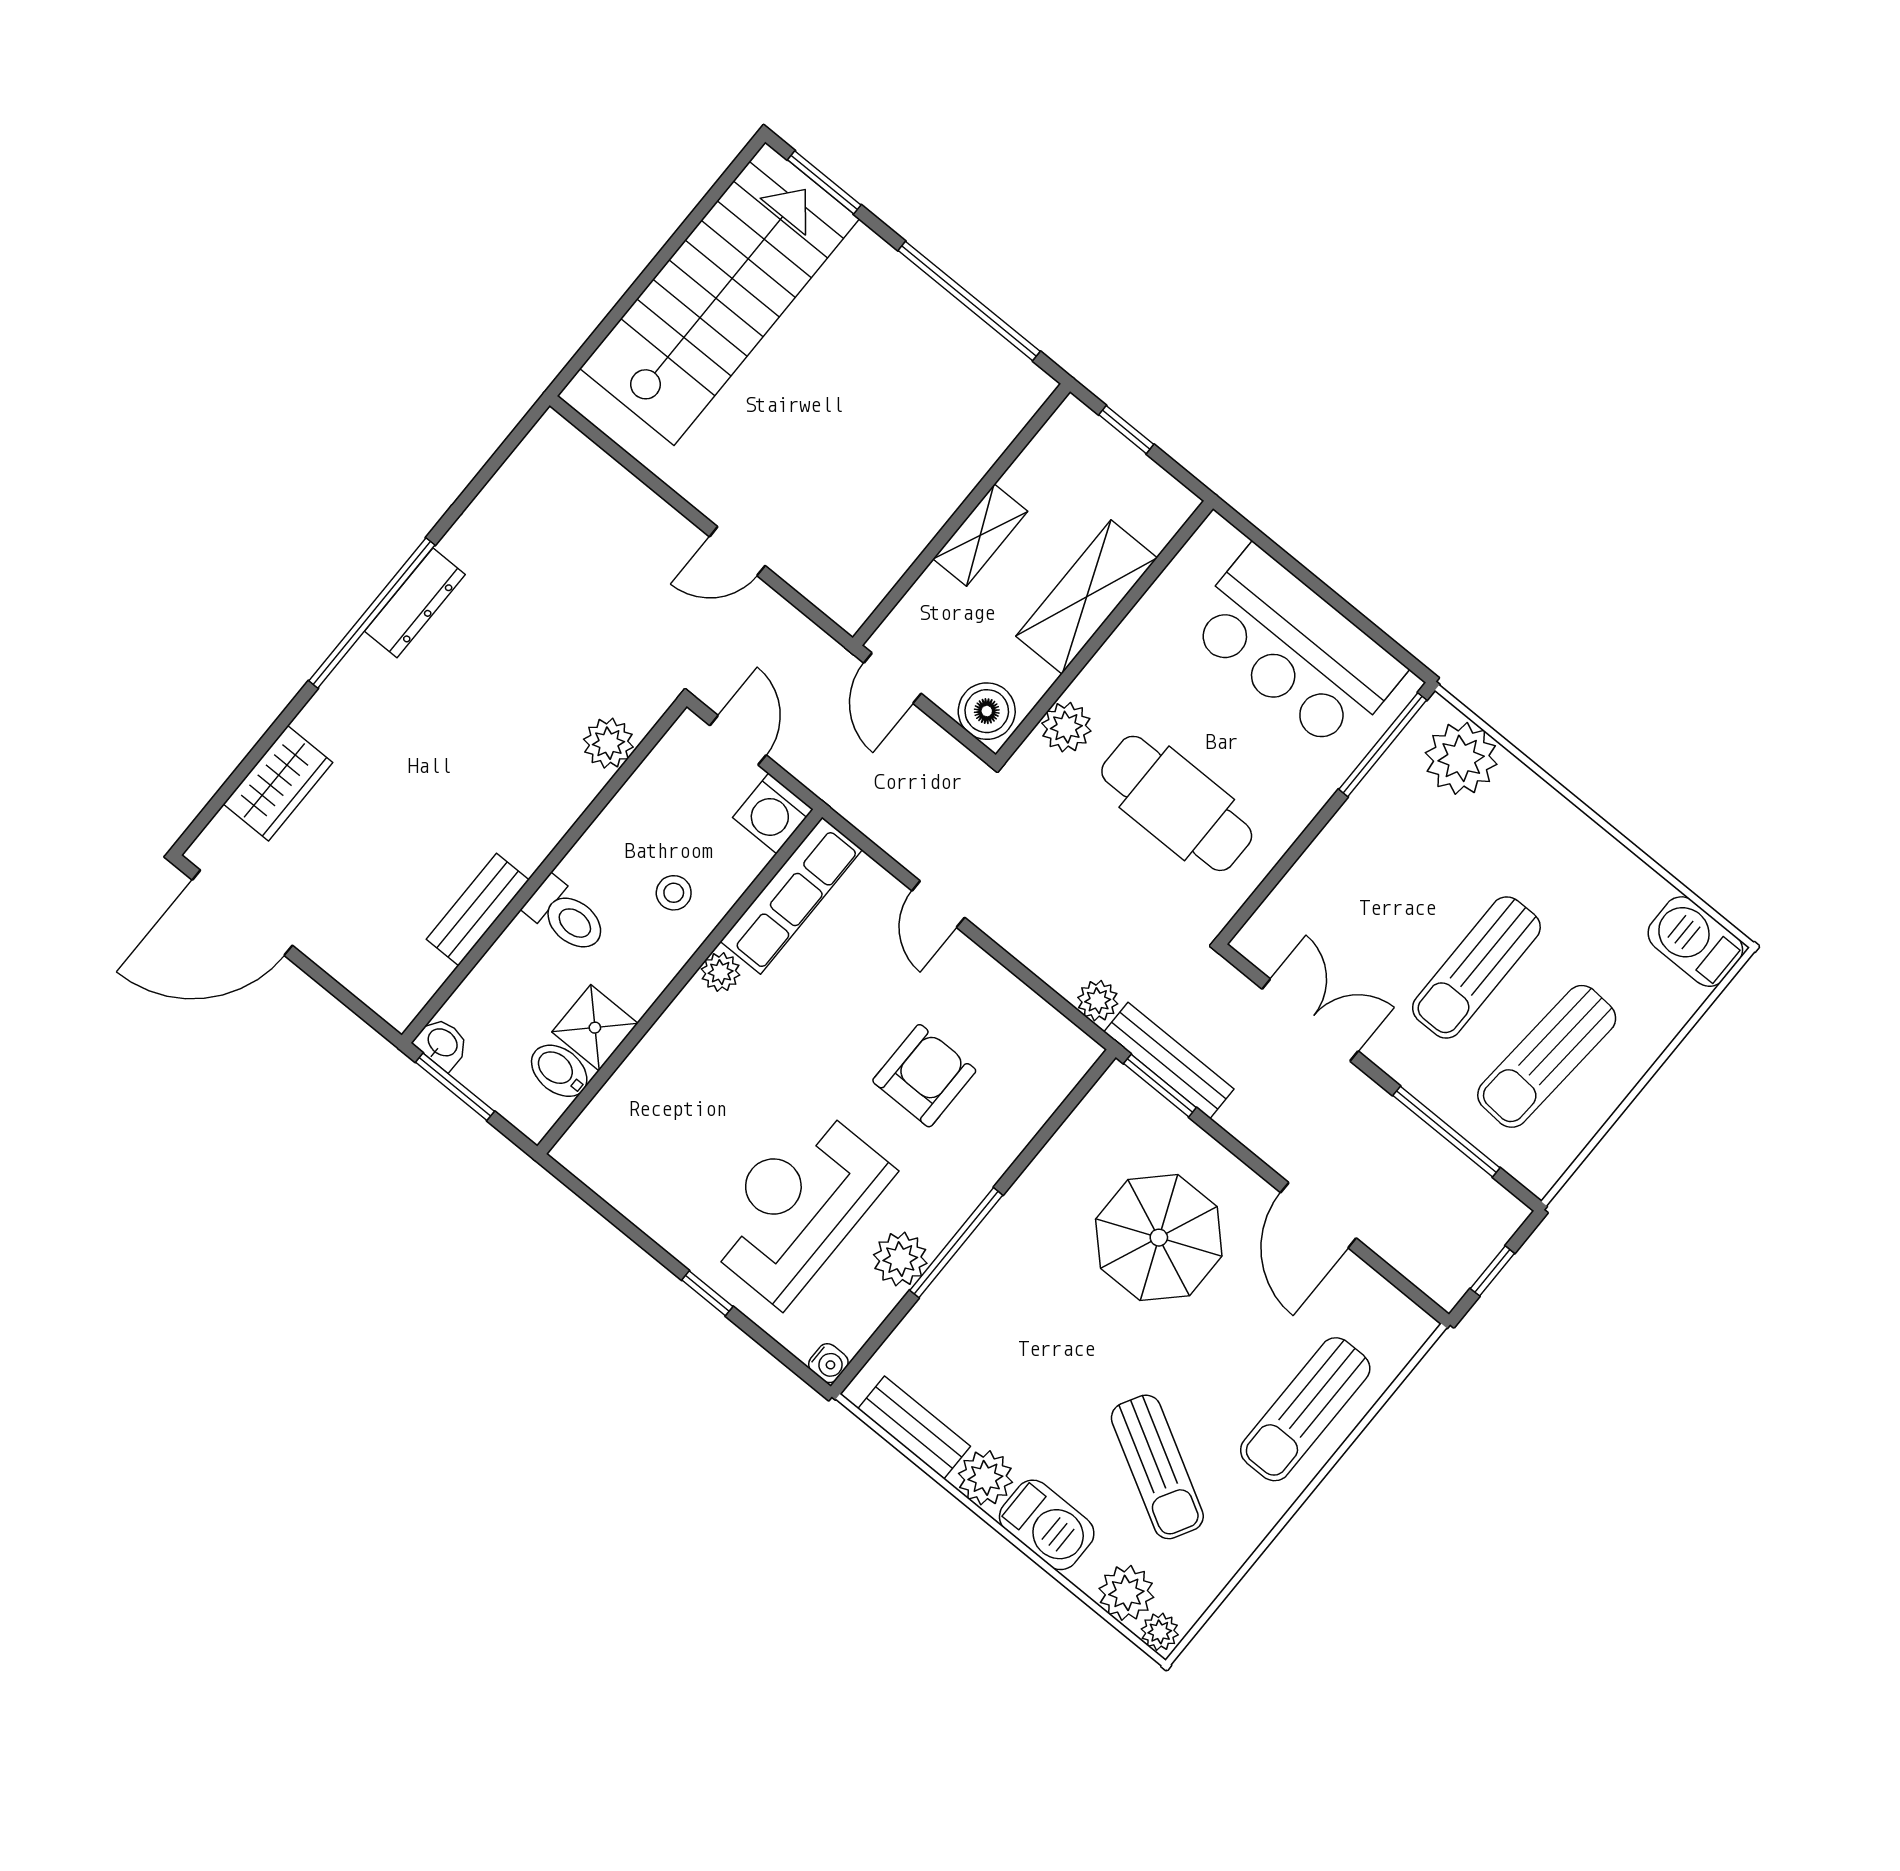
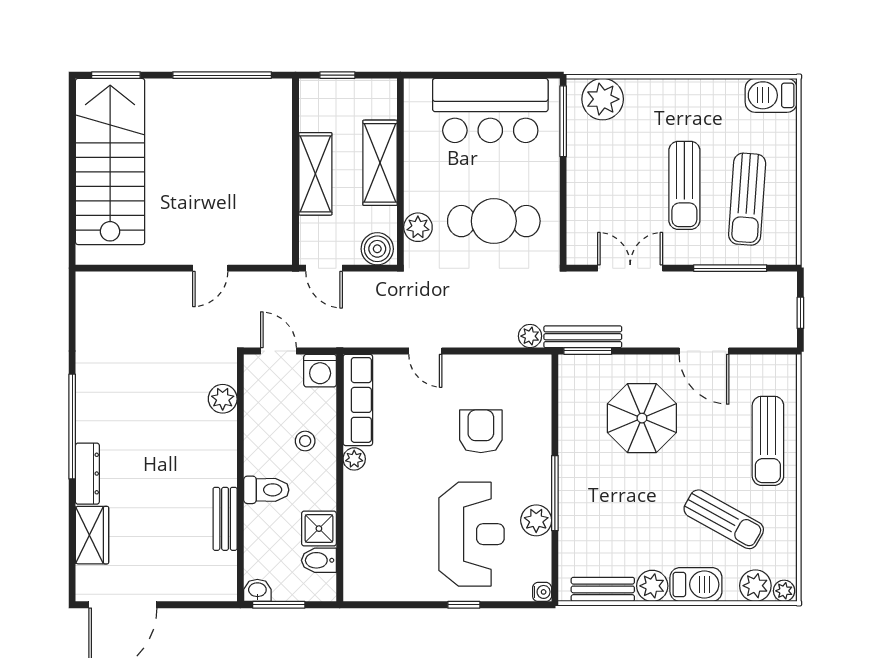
shelving: (980, 535) -> (315, 174), width x1.50, depth x1.33
dresser: (415, 603) -> (87, 474), moved
reception desk: (797, 1205) -> (471, 534), turned 180

